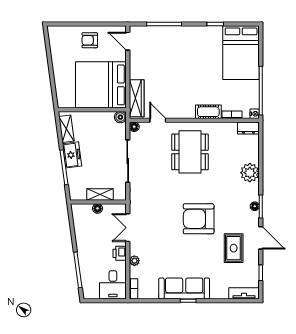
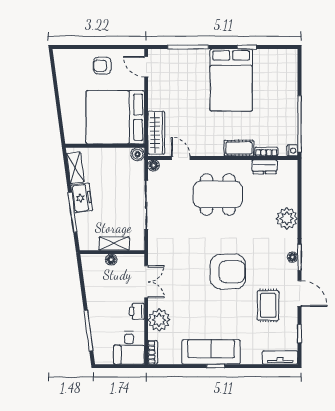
bed: (241, 53) -> (231, 80), moved
dresser: (248, 128) -> (265, 167), moved
dining table: (190, 152) -> (218, 194), turned 90
armchair: (199, 219) -> (228, 272), turned 180
double door: (128, 228) -> (146, 282), swing flipped
plant: (134, 261) -> (159, 320), width x1.88, depth x1.88

